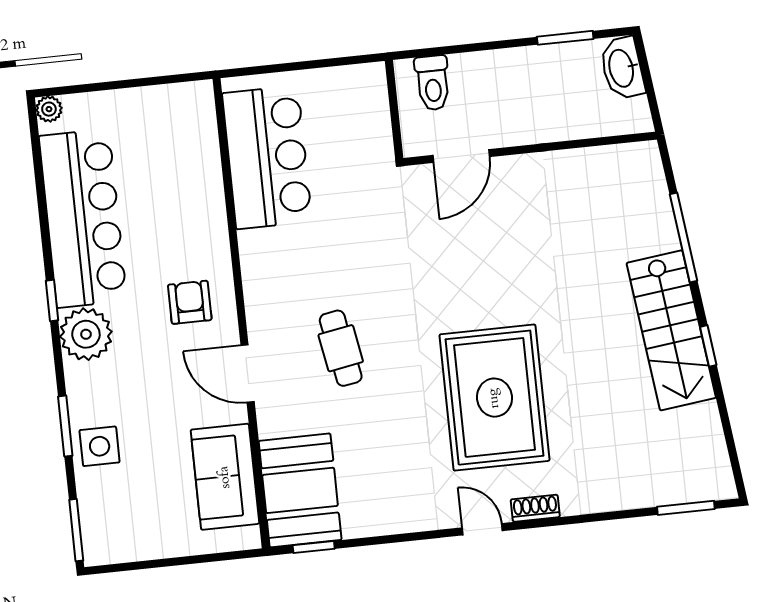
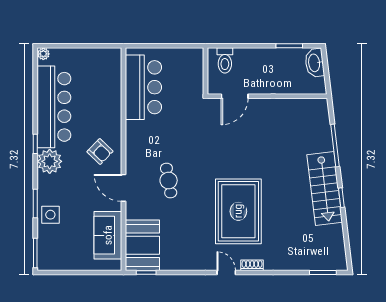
armchair: (190, 302) -> (100, 152), turned 134

